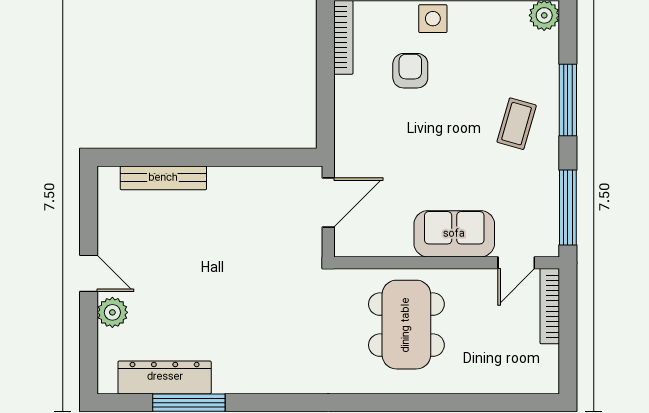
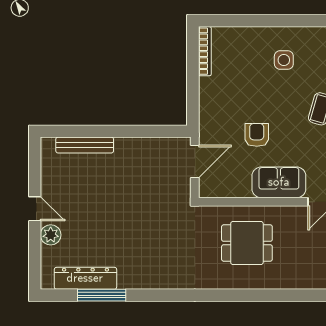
side table: (433, 19) -> (284, 60), moved
armchair: (410, 71) -> (257, 135), moved
dining table: (406, 325) -> (247, 243), width x0.73

